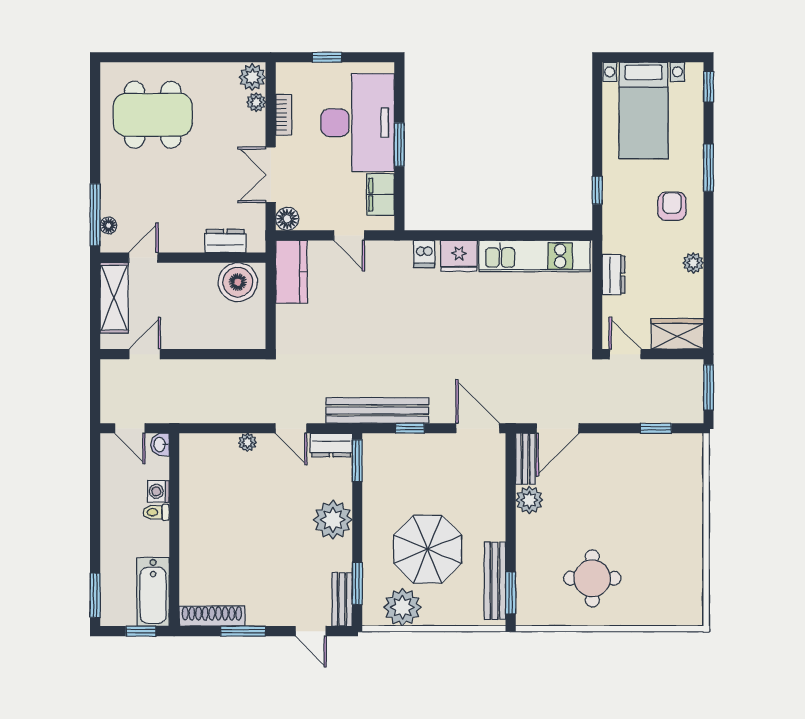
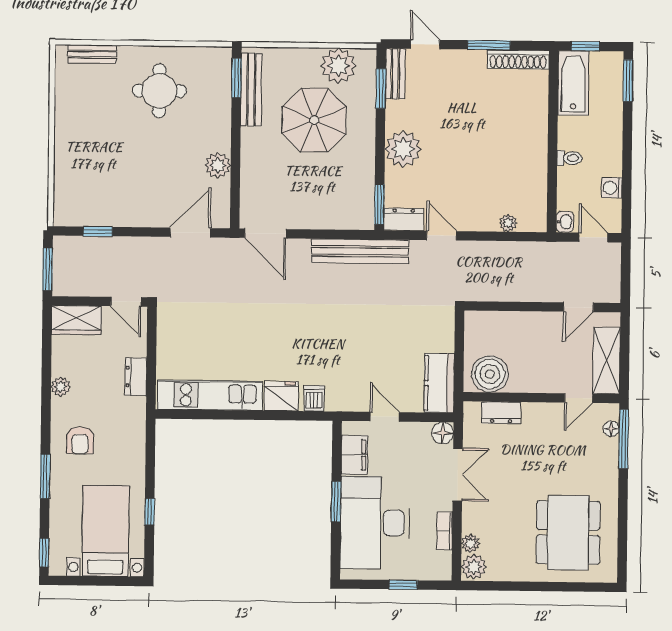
dining table: (153, 115) -> (568, 533), turned 90
window: (597, 190) -> (150, 512), moved
window: (410, 428) -> (329, 234), removed
plant: (247, 442) -> (508, 223), moved
bench: (525, 459) -> (92, 54), moved, turned 90
washing machine: (158, 491) -> (612, 188), moved, turned 180

